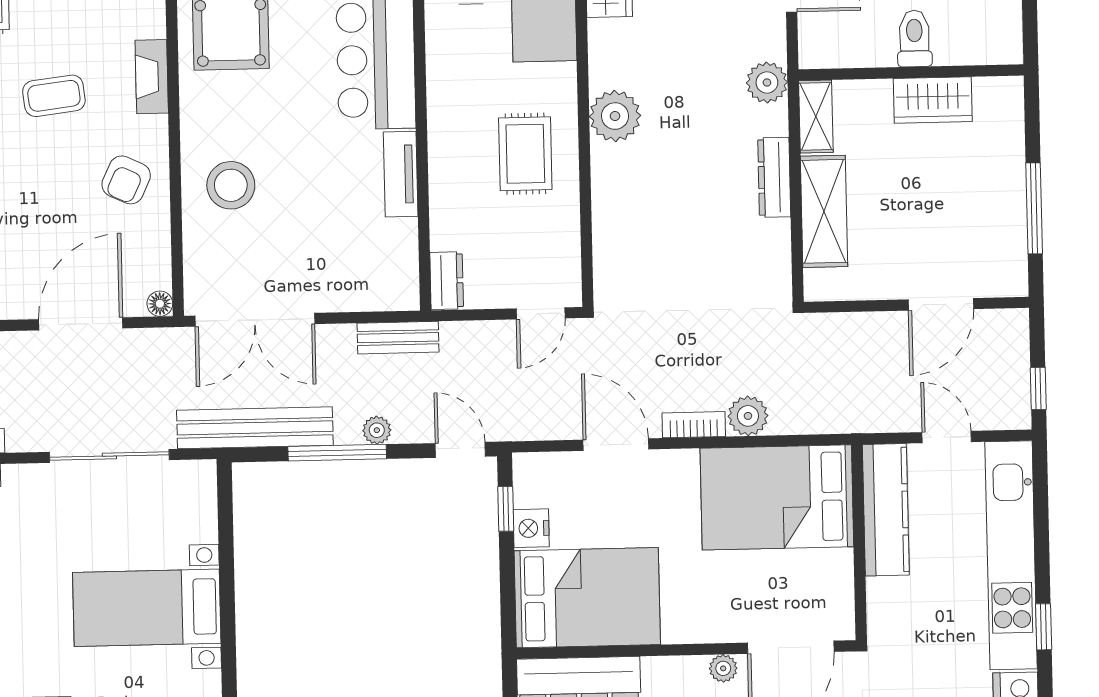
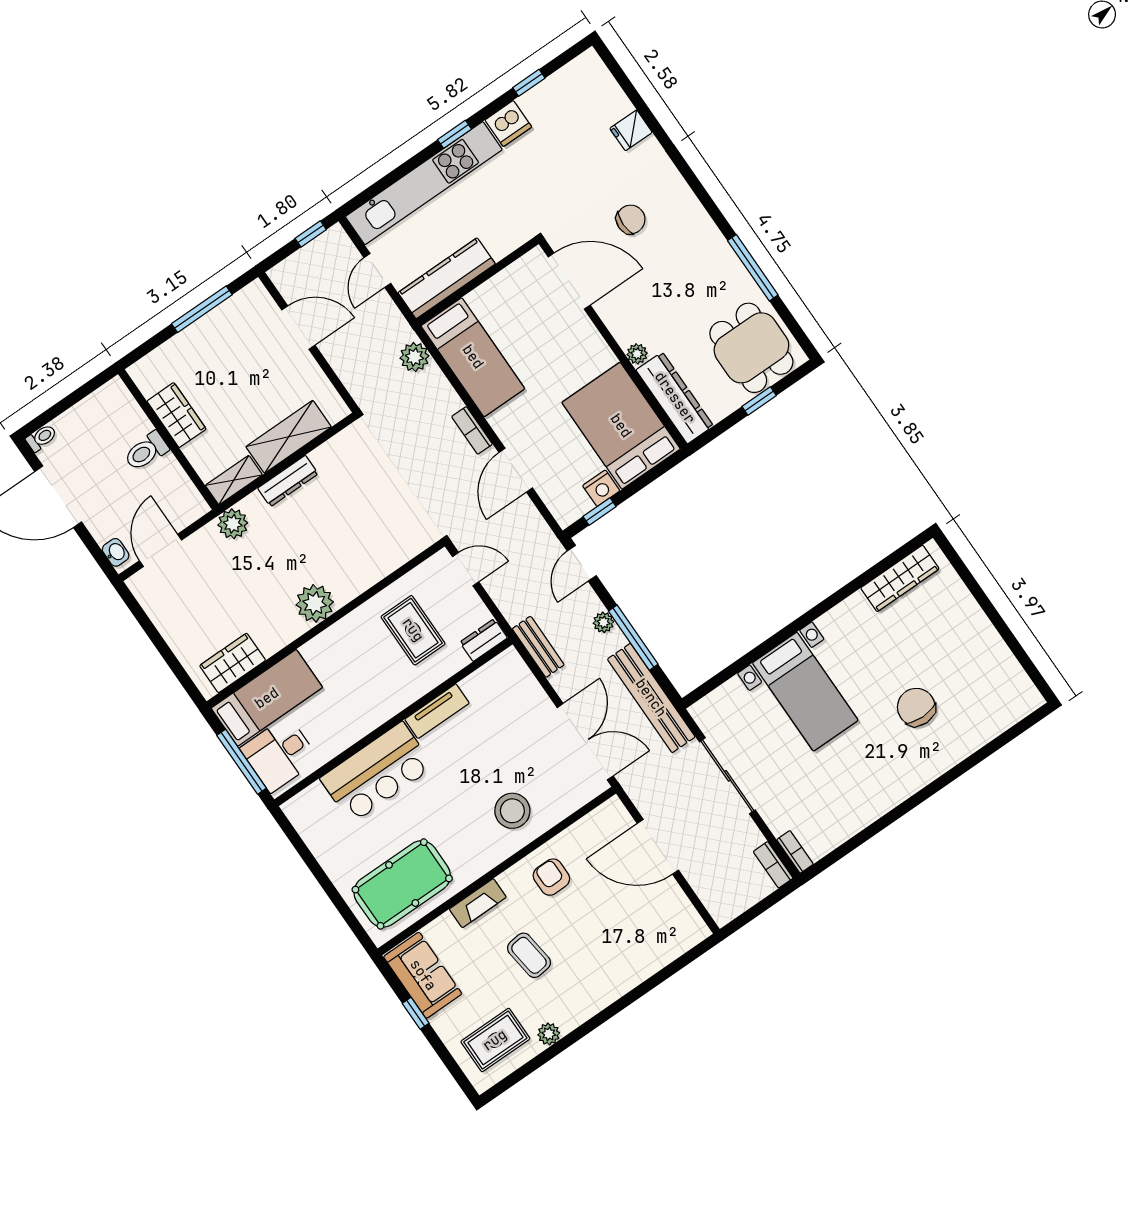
rug: (525, 154) -> (413, 630), moved, turned 90
armchair: (126, 180) -> (551, 877), turned -115
floor lamp: (160, 304) -> (614, 806), removed
plant: (748, 416) -> (414, 357), moved
bed: (777, 497) -> (473, 357), width x0.67
plant: (723, 668) -> (637, 354), moved

